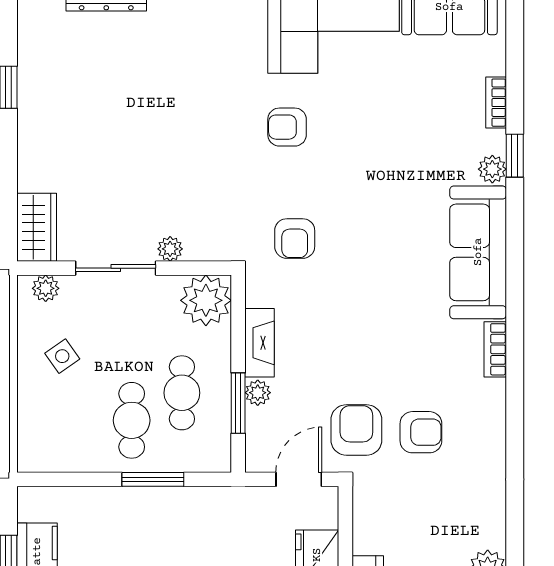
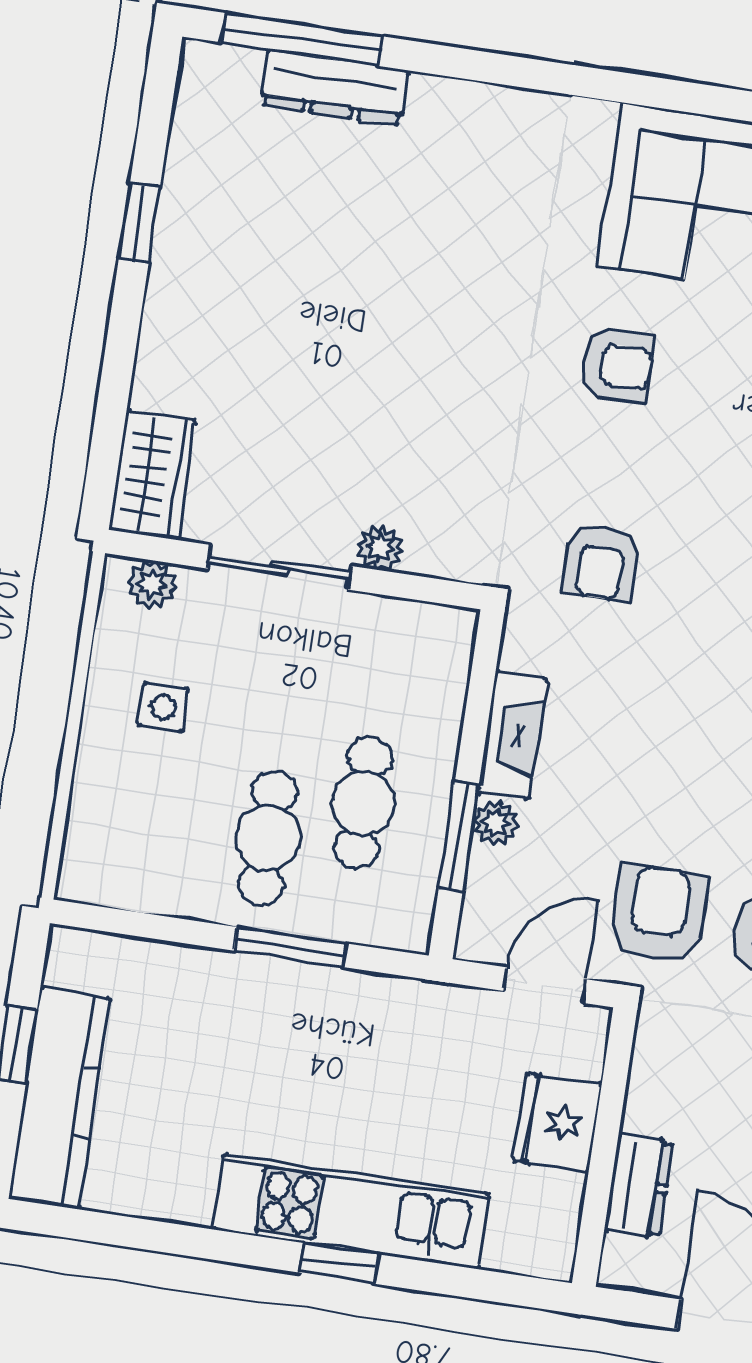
armchair: (287, 127) -> (617, 365), turned 180
plant: (206, 300) -> (429, 647), removed
side table: (62, 356) -> (163, 707), turned 35

